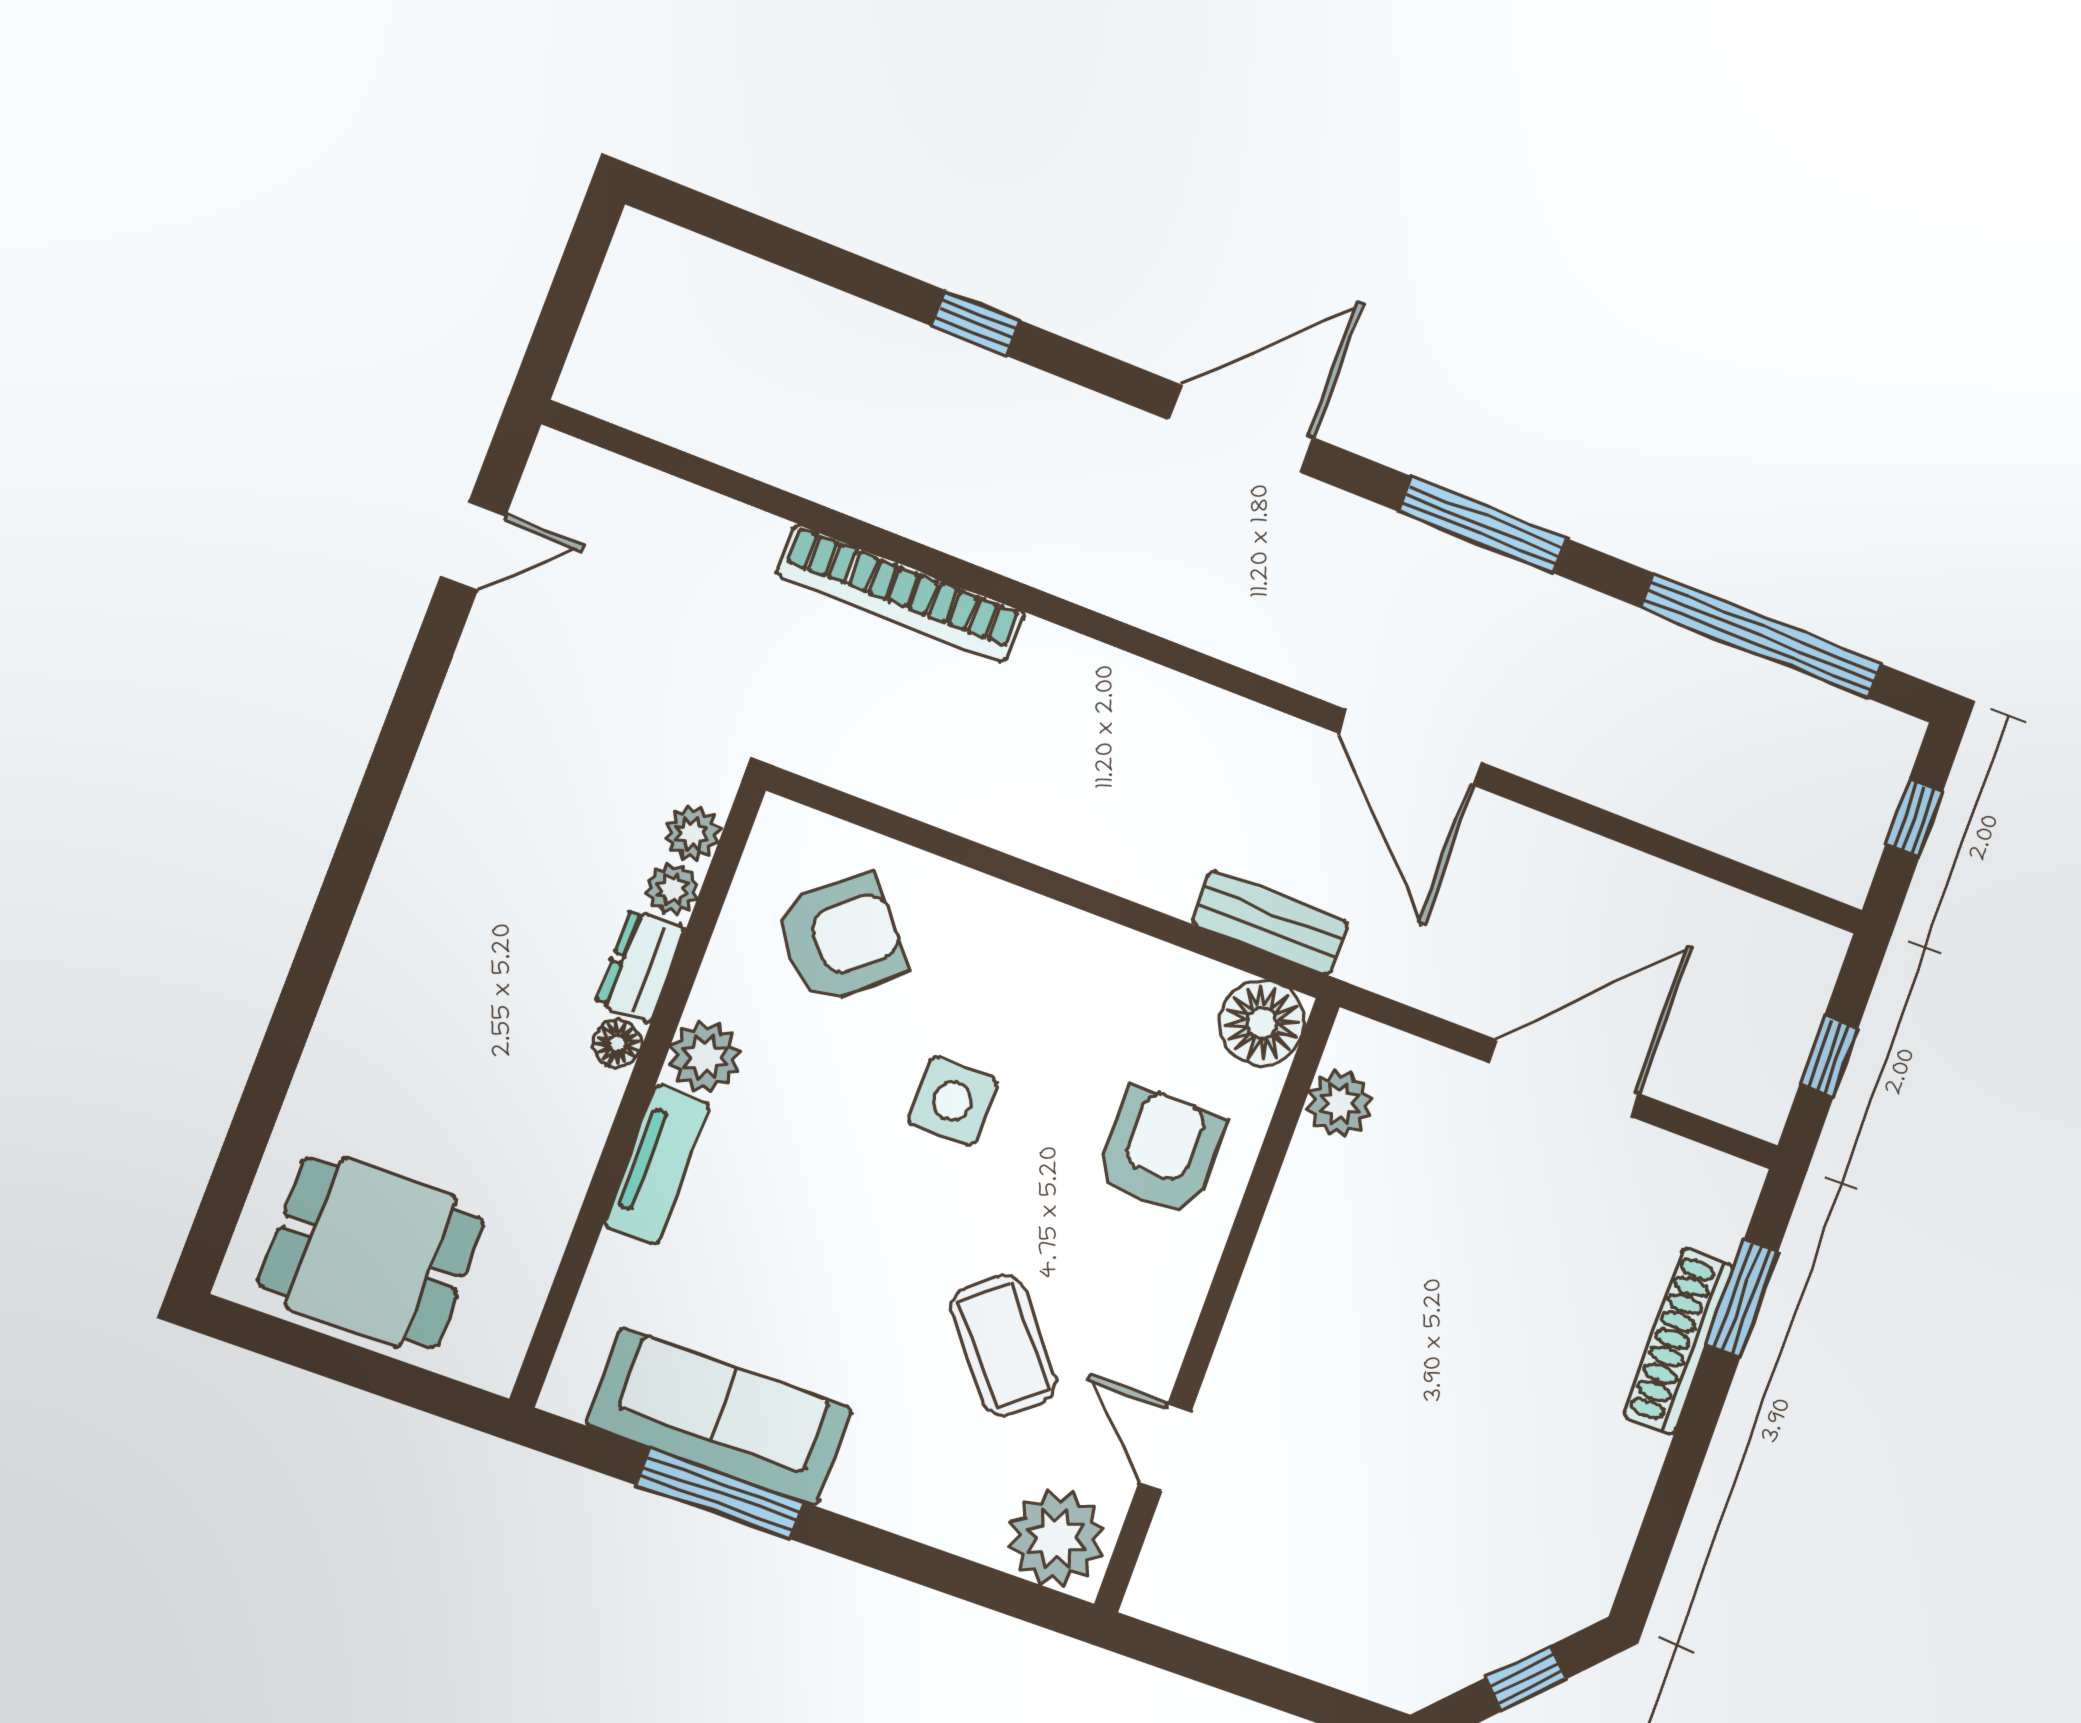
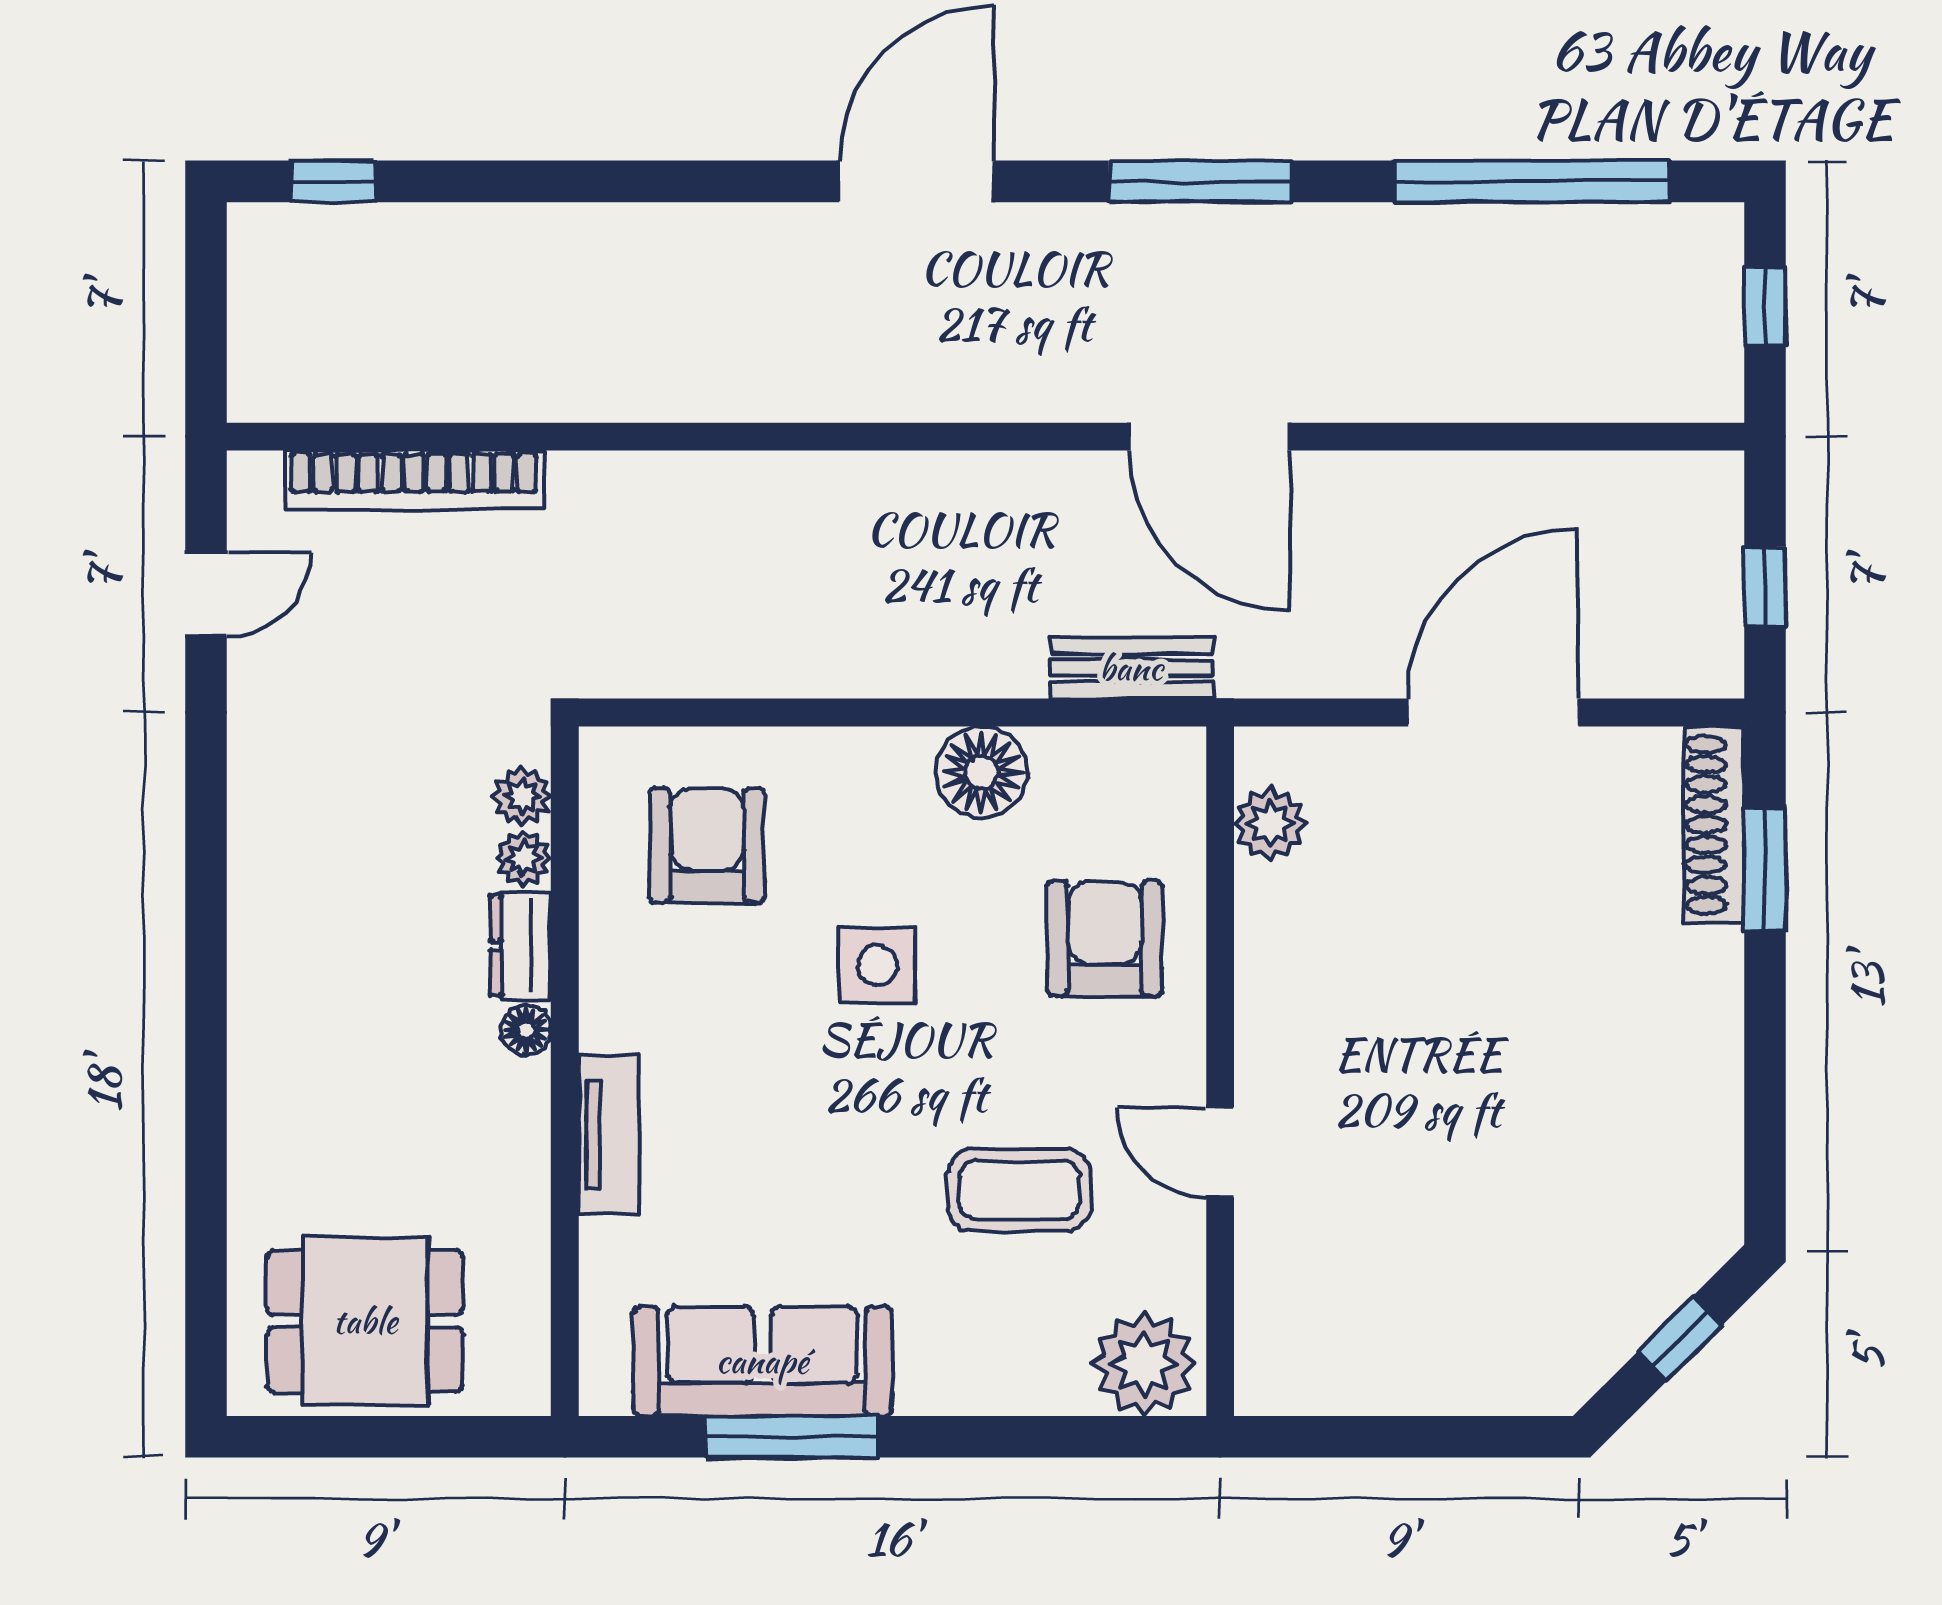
window: (976, 323) -> (333, 181), moved
bookcase: (901, 593) -> (414, 480), moved
armchair: (841, 939) -> (707, 845), turned -49
floor lamp: (1262, 1023) -> (982, 772), moved
plant: (705, 1057) -> (617, 1012), removed
shoe rack: (1679, 1341) -> (1714, 825), moved
coffee table: (1004, 1345) -> (1019, 1190), turned -50
door: (1165, 1448) -> (1220, 1152), moved

